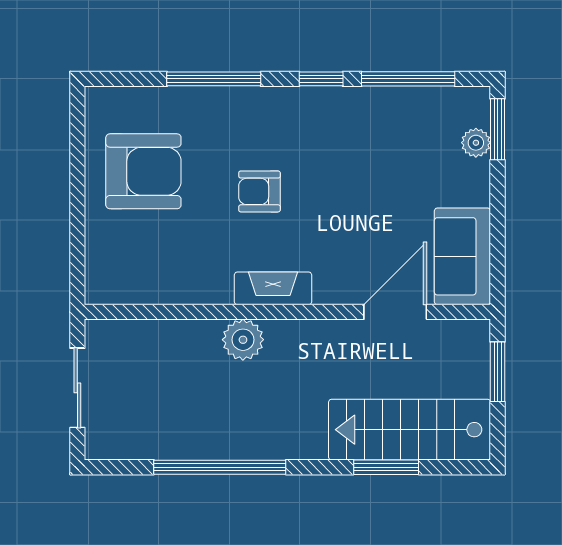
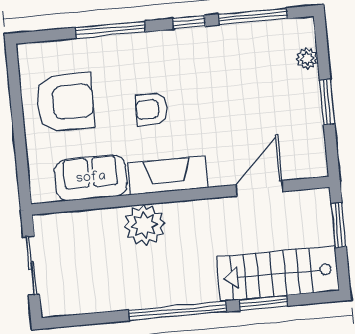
window: (498, 129) -> (327, 102), moved
sofa: (462, 256) -> (91, 178), moved, turned 90
fireplace: (273, 288) -> (168, 175), width x1.37, depth x1.32
plant: (243, 340) -> (145, 225), width x1.36, depth x1.36
window: (220, 467) -> (178, 311), moved

